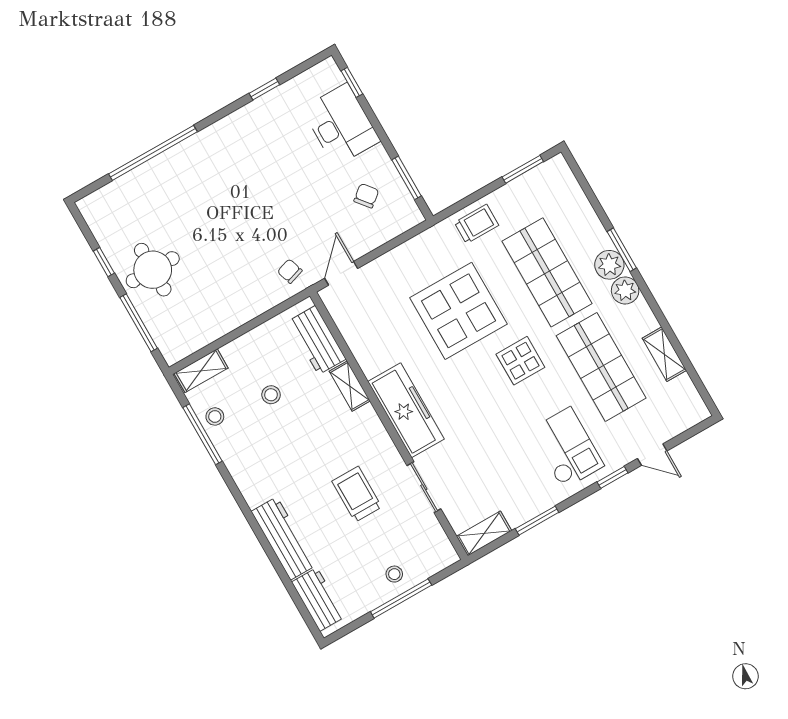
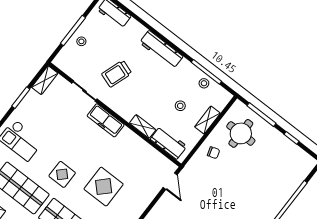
round table: (153, 270) -> (241, 133), moved
chair: (290, 271) -> (214, 153), moved
display table: (458, 311) -> (104, 187), width x0.73, depth x0.73
shelving: (201, 371) -> (207, 120), moved
freezer: (406, 410) -> (106, 120), width x0.73, depth x0.79
trolley: (357, 494) -> (117, 74), turned 109
workbench: (284, 538) -> (161, 50), moved

